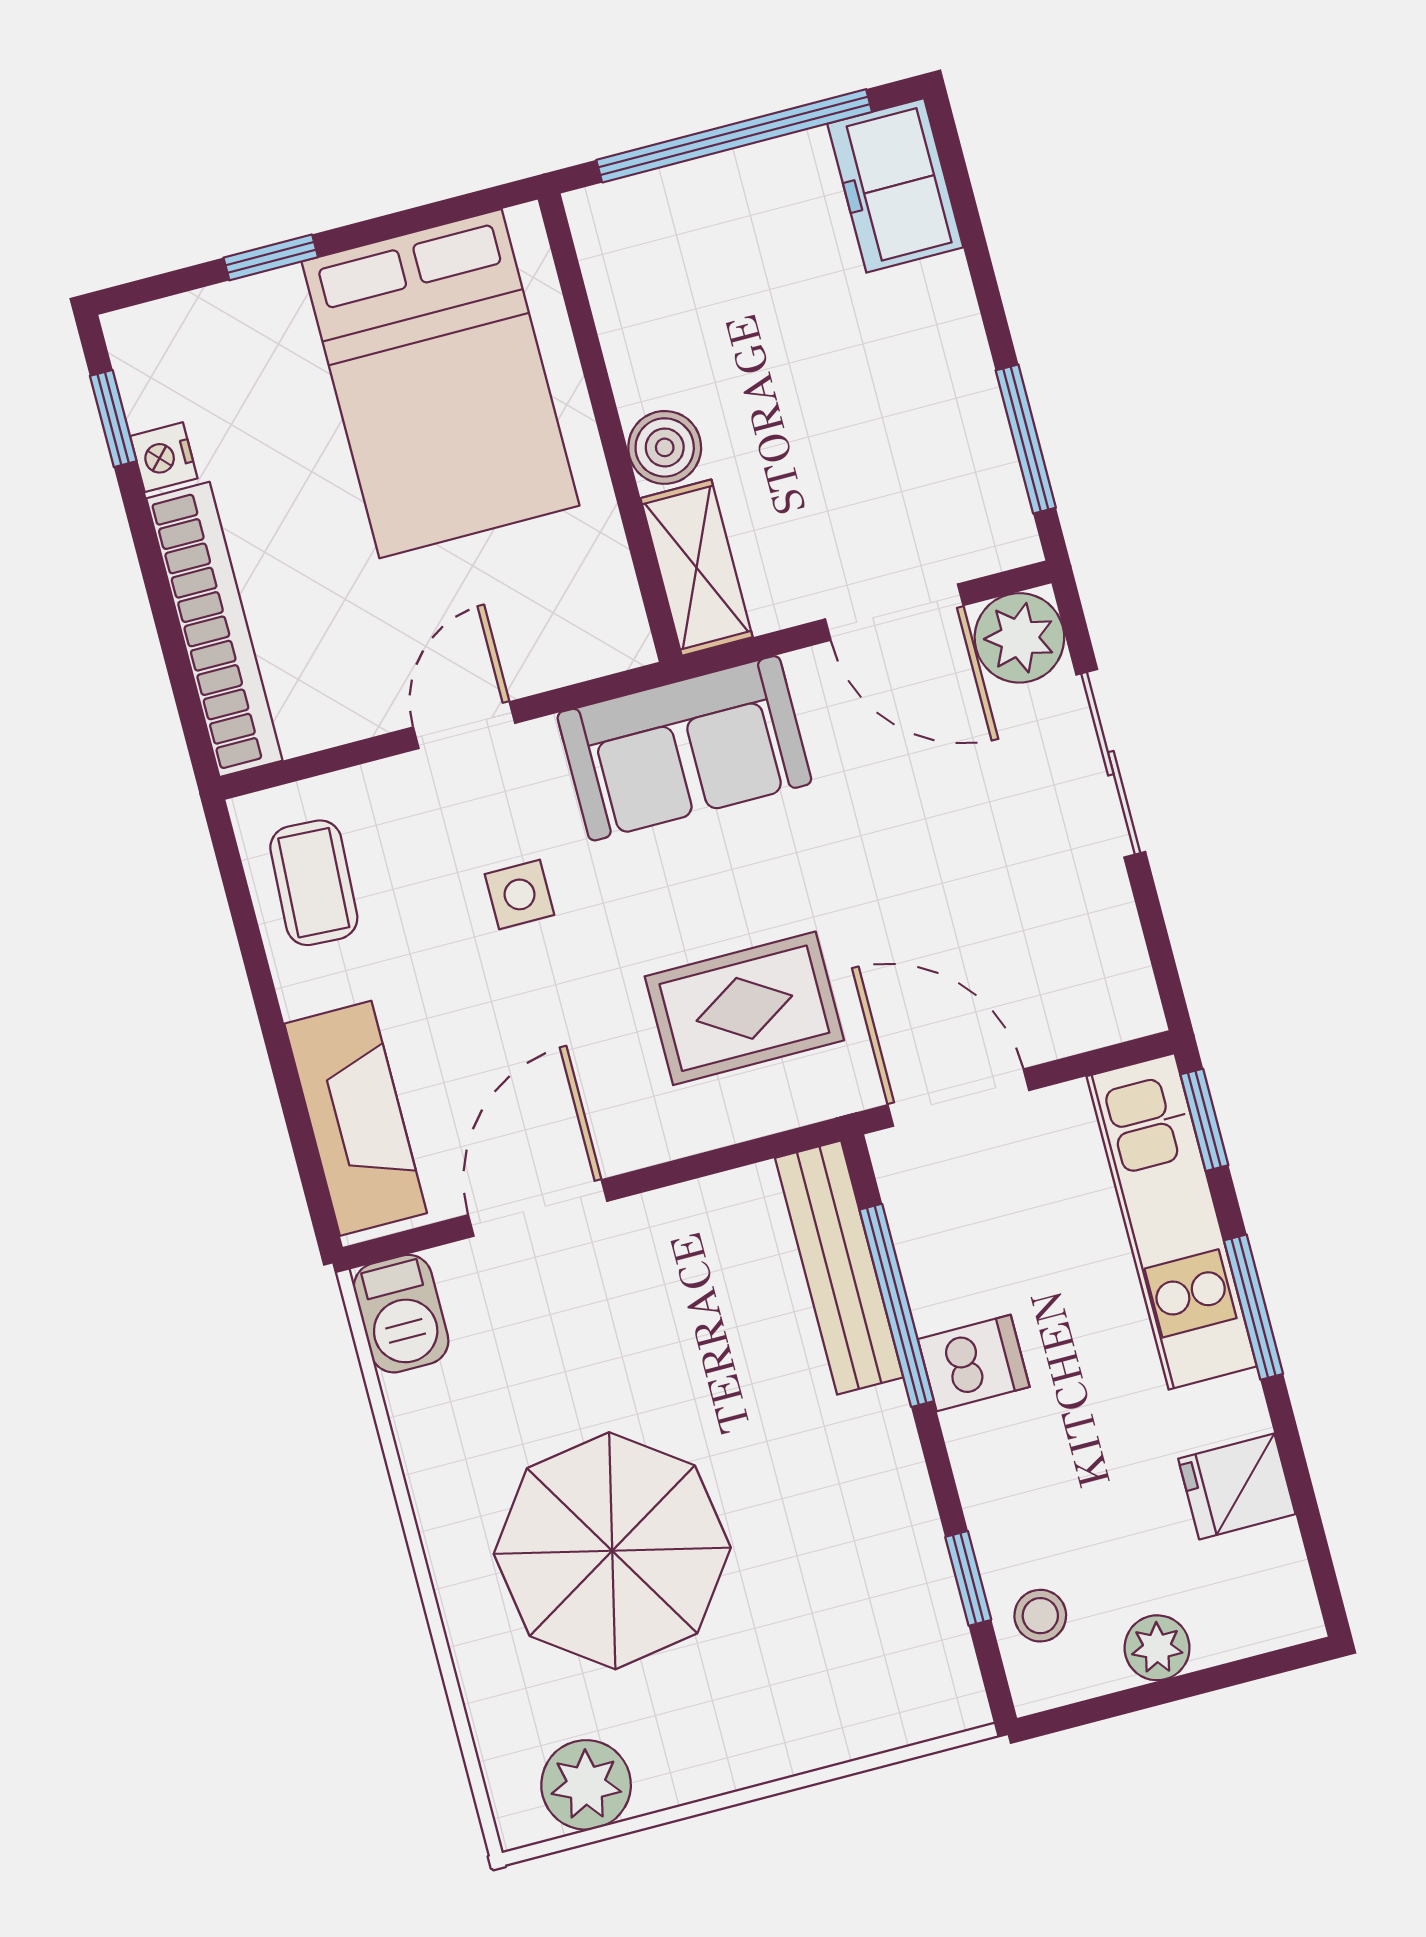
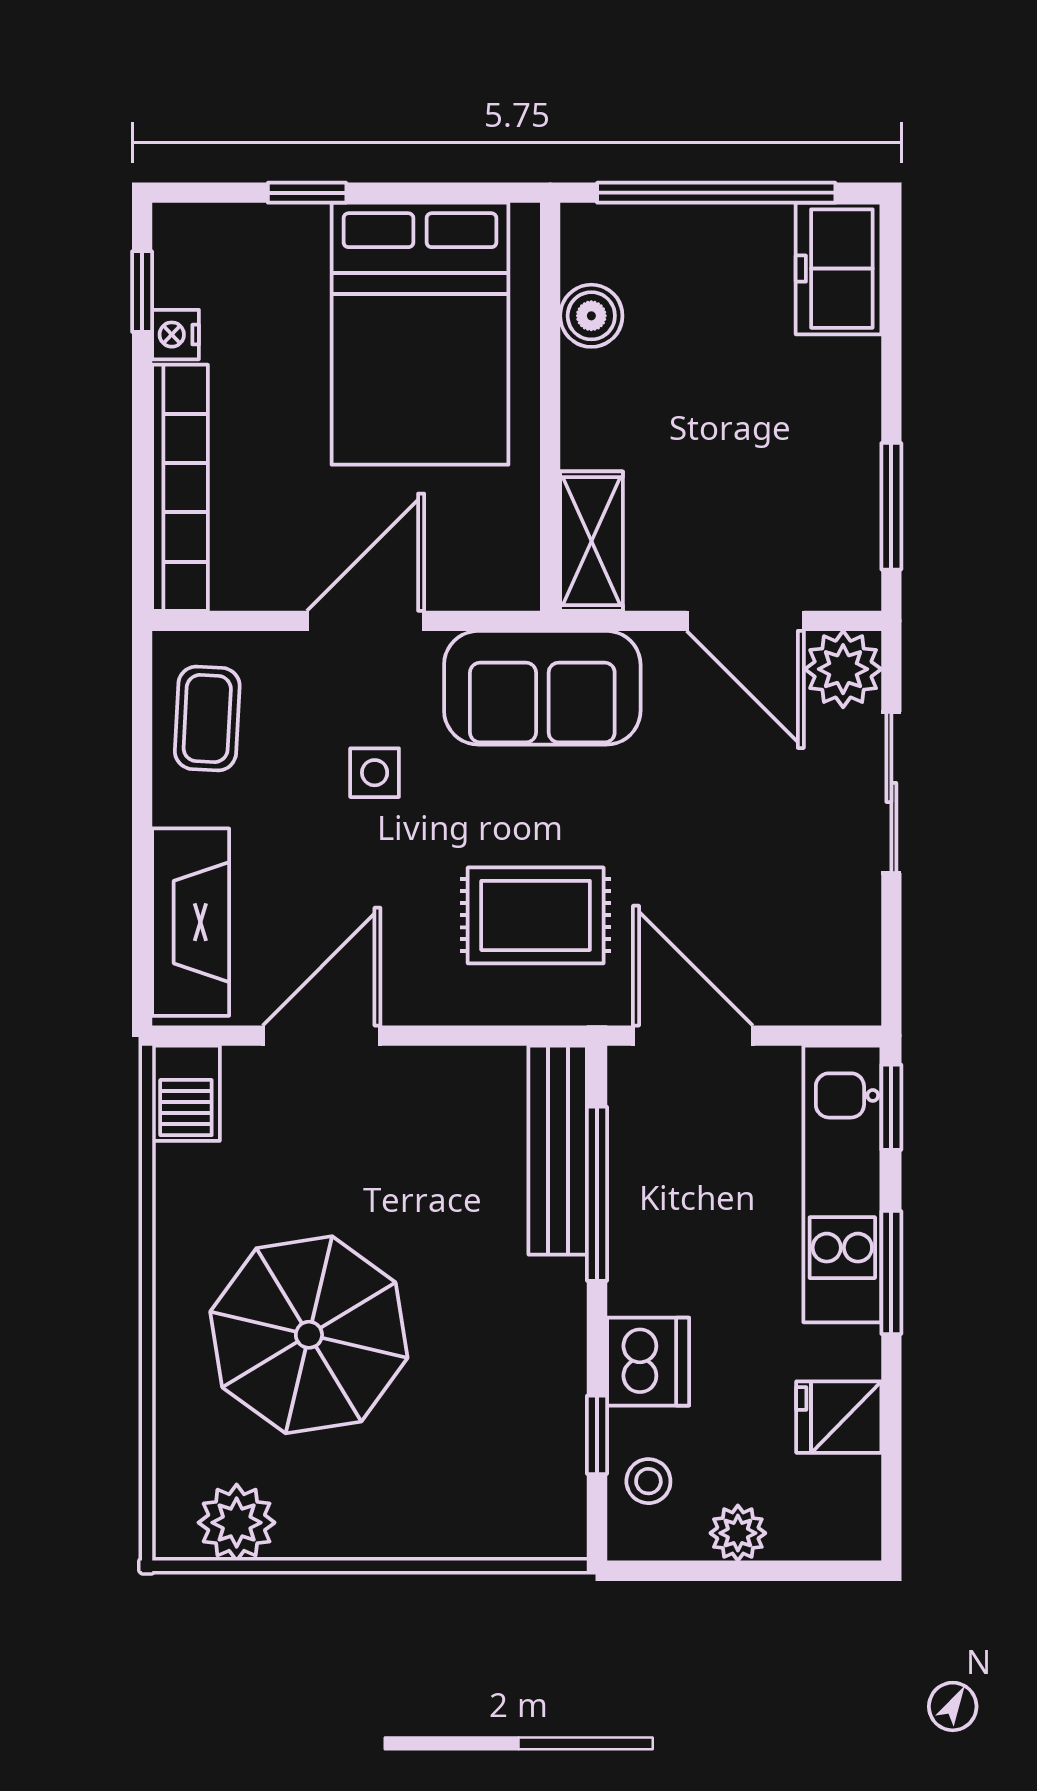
boiler: (665, 447) -> (591, 316), moved
door: (464, 725) -> (365, 621), width x1.38
dishwasher: (974, 1363) -> (648, 1362), moved, width x1.38

